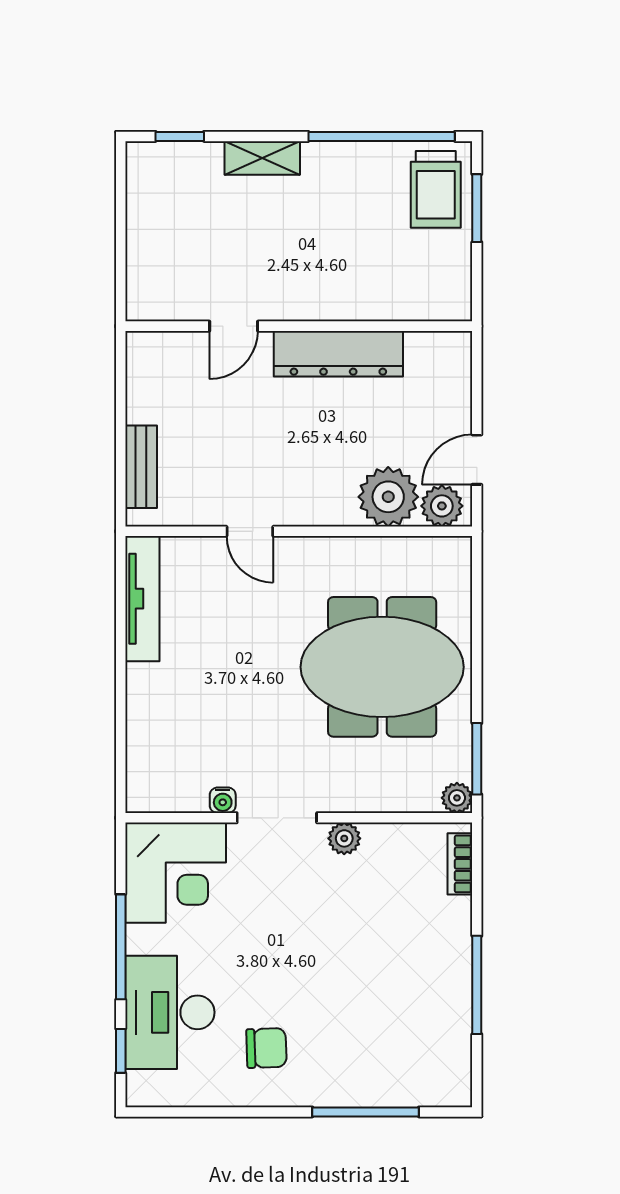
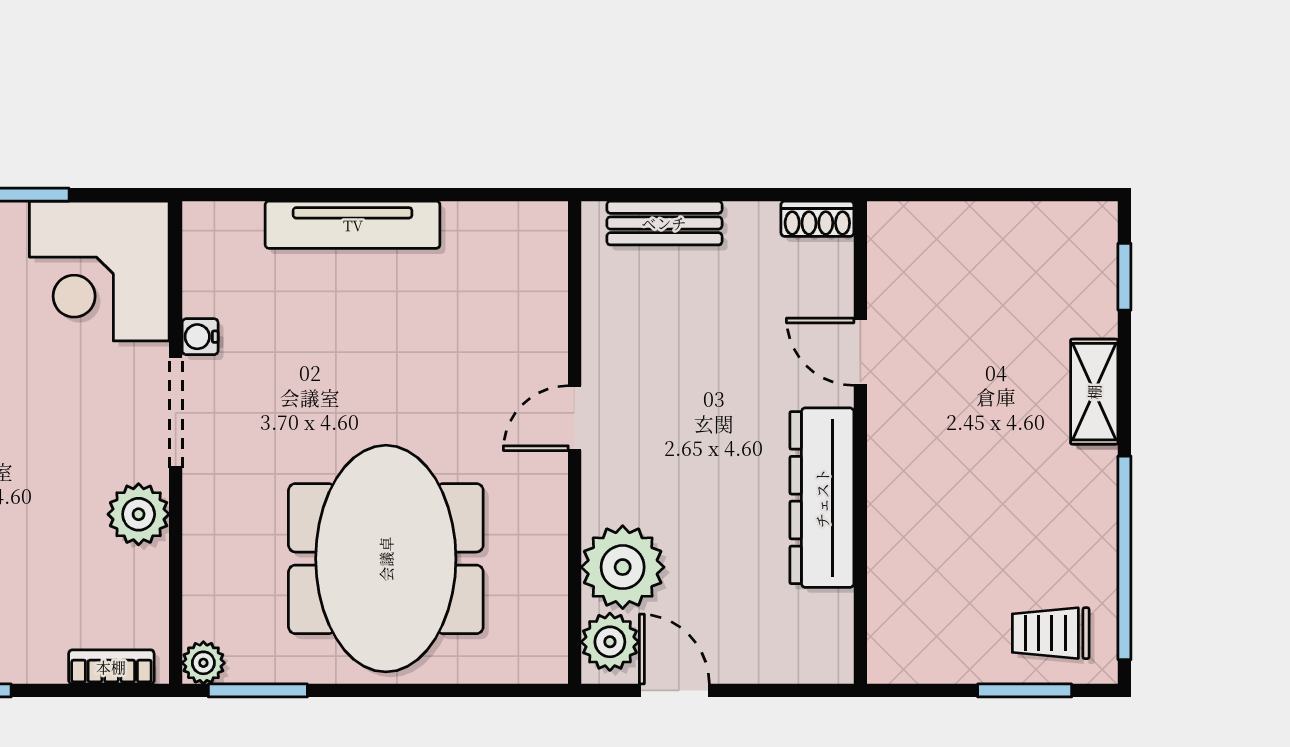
trolley: (436, 189) -> (1051, 633), width x0.73, depth x0.72
shoe rack: (138, 357) -> (817, 219), added
door: (250, 531) -> (575, 418), moved
tv unit: (142, 599) -> (353, 225), moved
plant: (344, 838) -> (139, 514), width x1.38, depth x1.38

